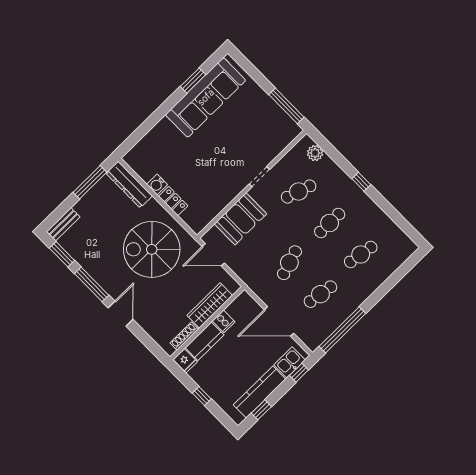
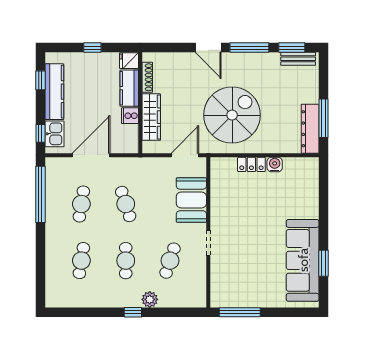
plant: (315, 153) -> (150, 299), moved
dresser: (129, 184) -> (310, 129), moved, turned -90
bench: (63, 224) -> (298, 59), moved, turned 90

